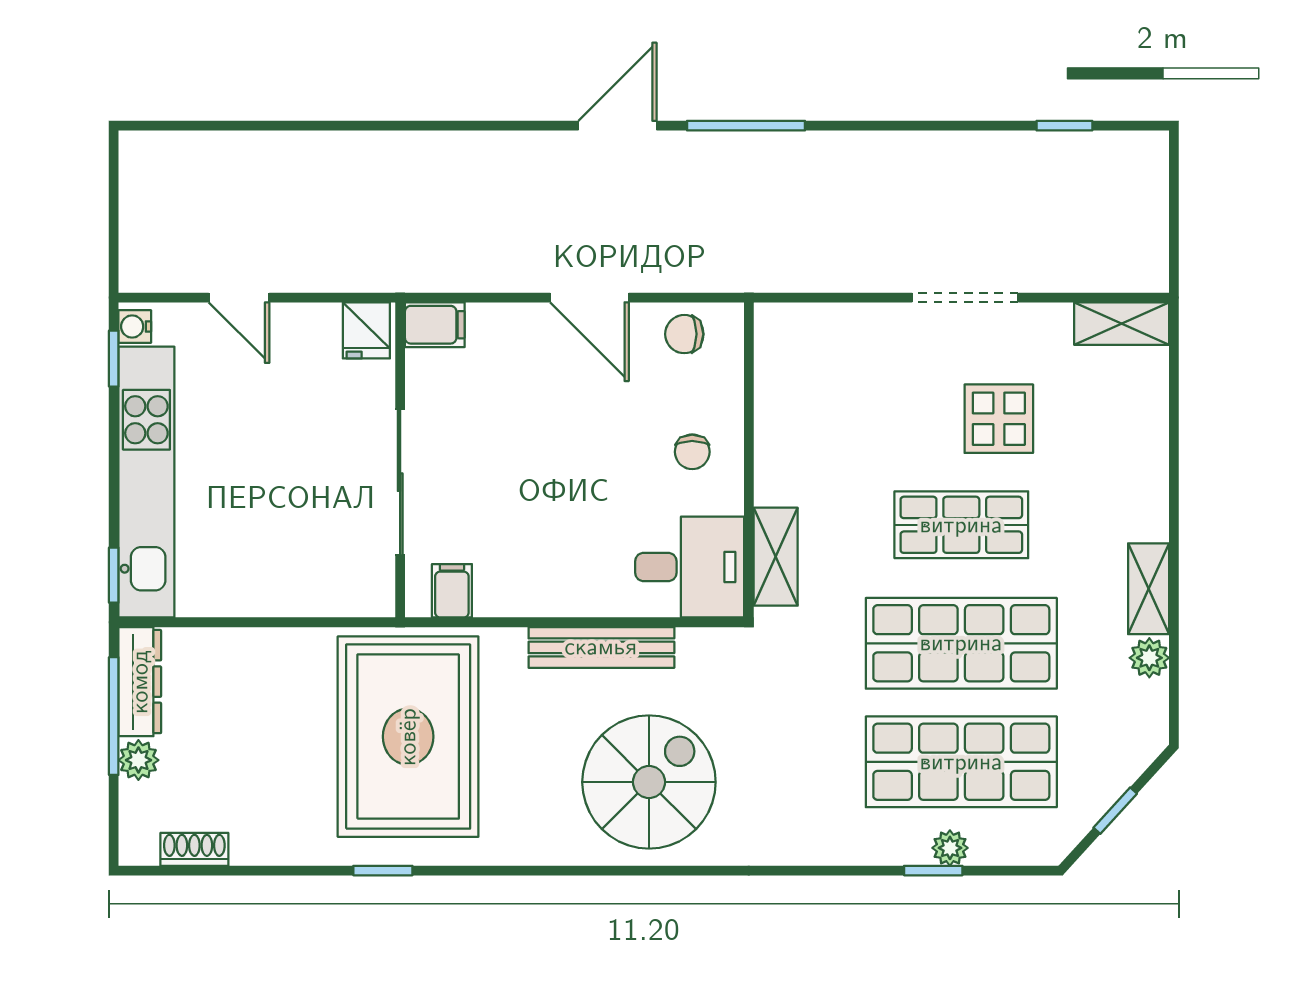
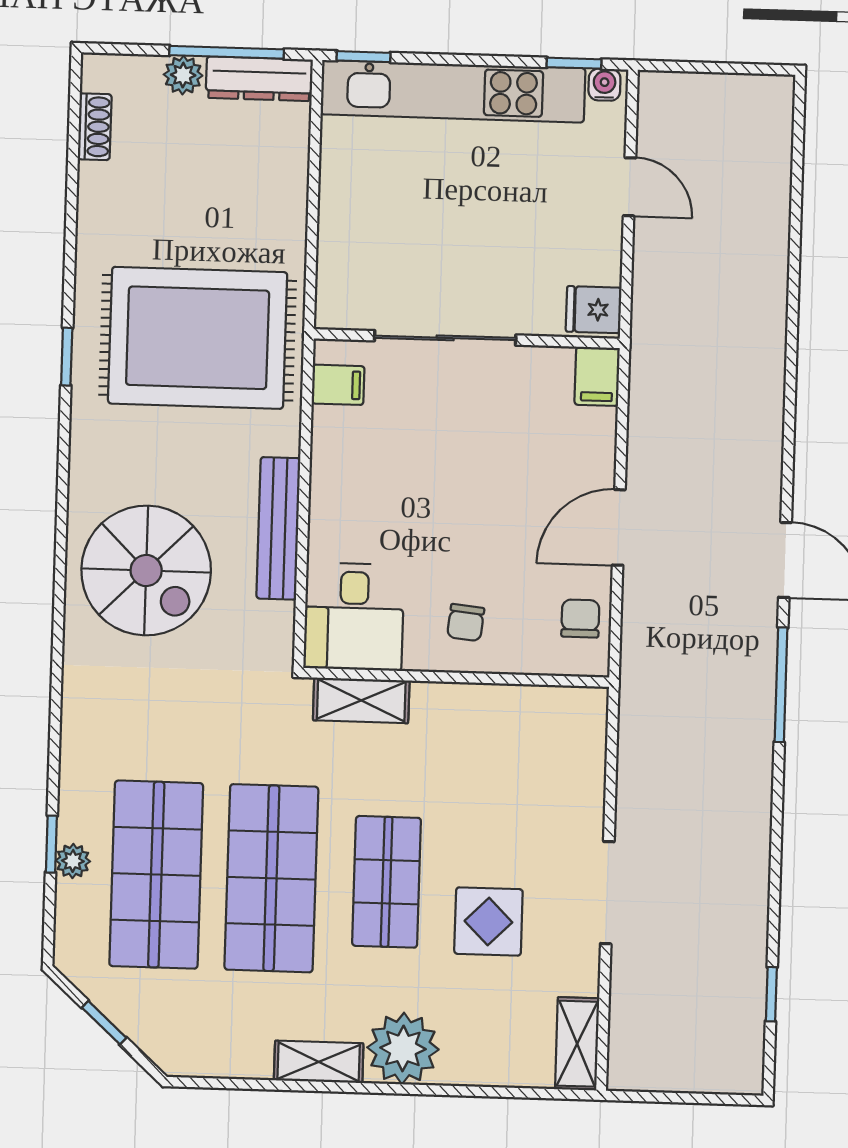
door: (239, 298) -> (629, 187), swing flipped
chair: (692, 452) -> (466, 623), turned -84
plant: (1149, 658) -> (403, 1048), moved, width x1.87, depth x1.87
window: (383, 871) -> (67, 357), moved

